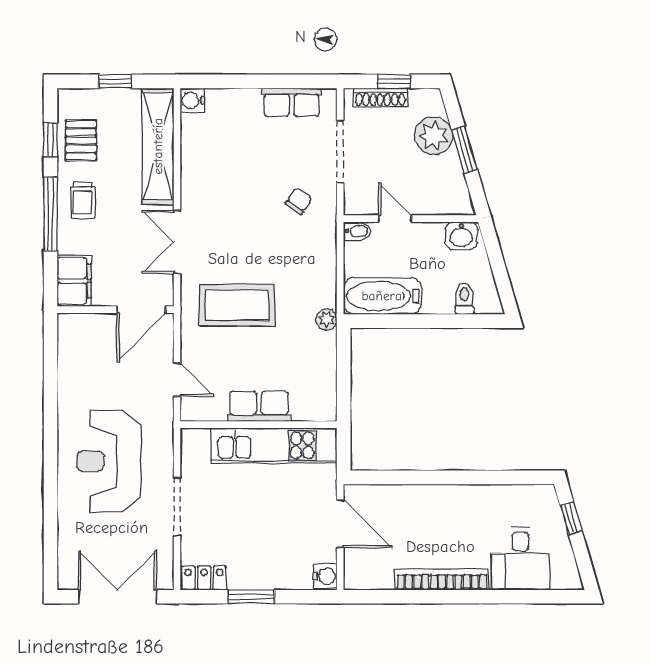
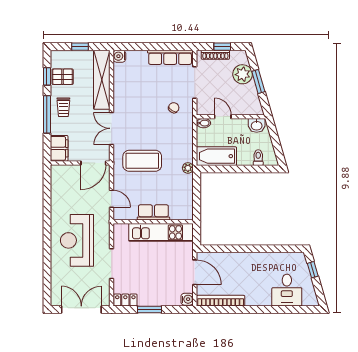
row of seats: (292, 102) -> (170, 57), width x1.48
pallet: (81, 140) -> (63, 77), turned 90
bookcase: (442, 579) -> (221, 301), moved

